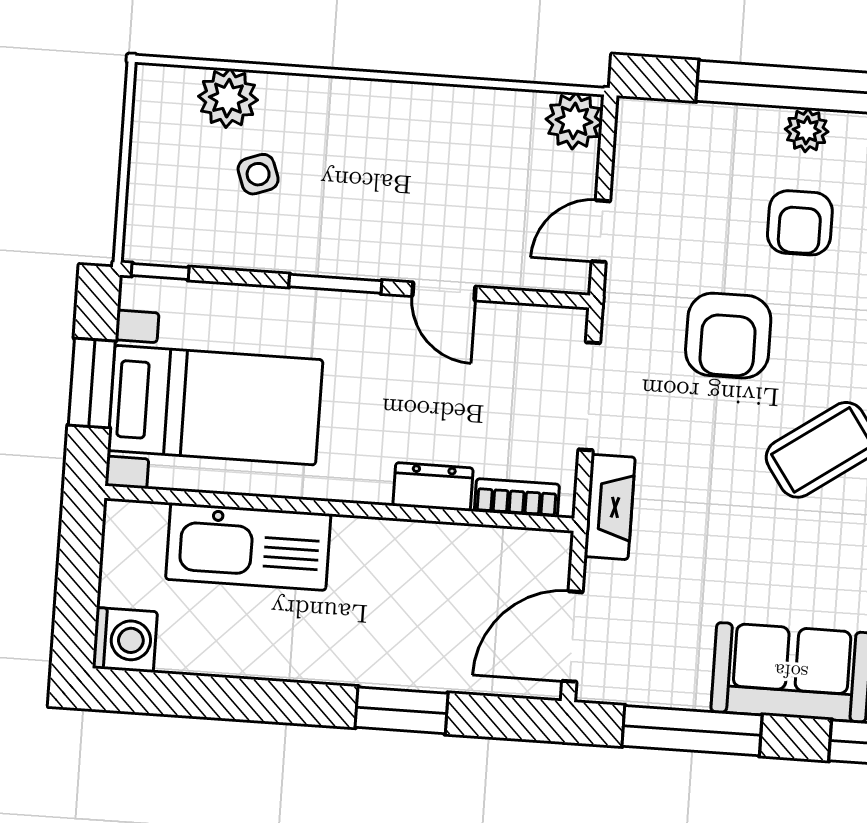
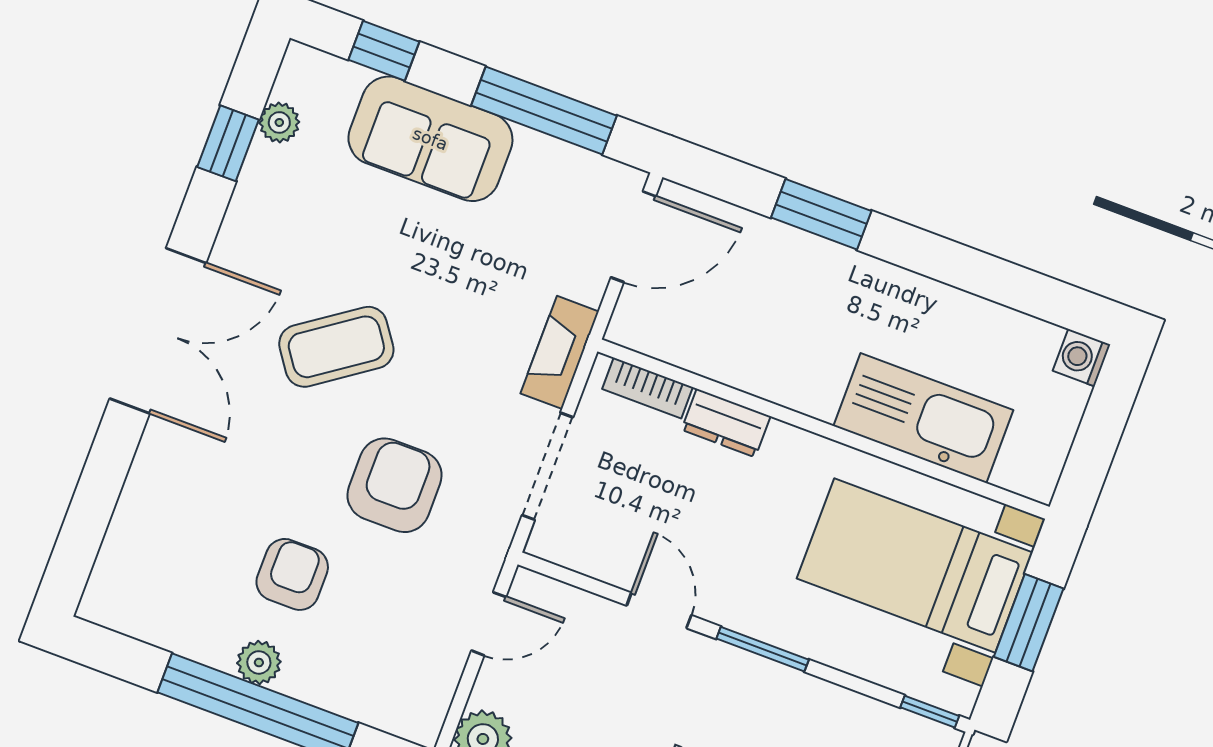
washing machine: (125, 640) -> (1082, 358), width x0.73, depth x0.73

